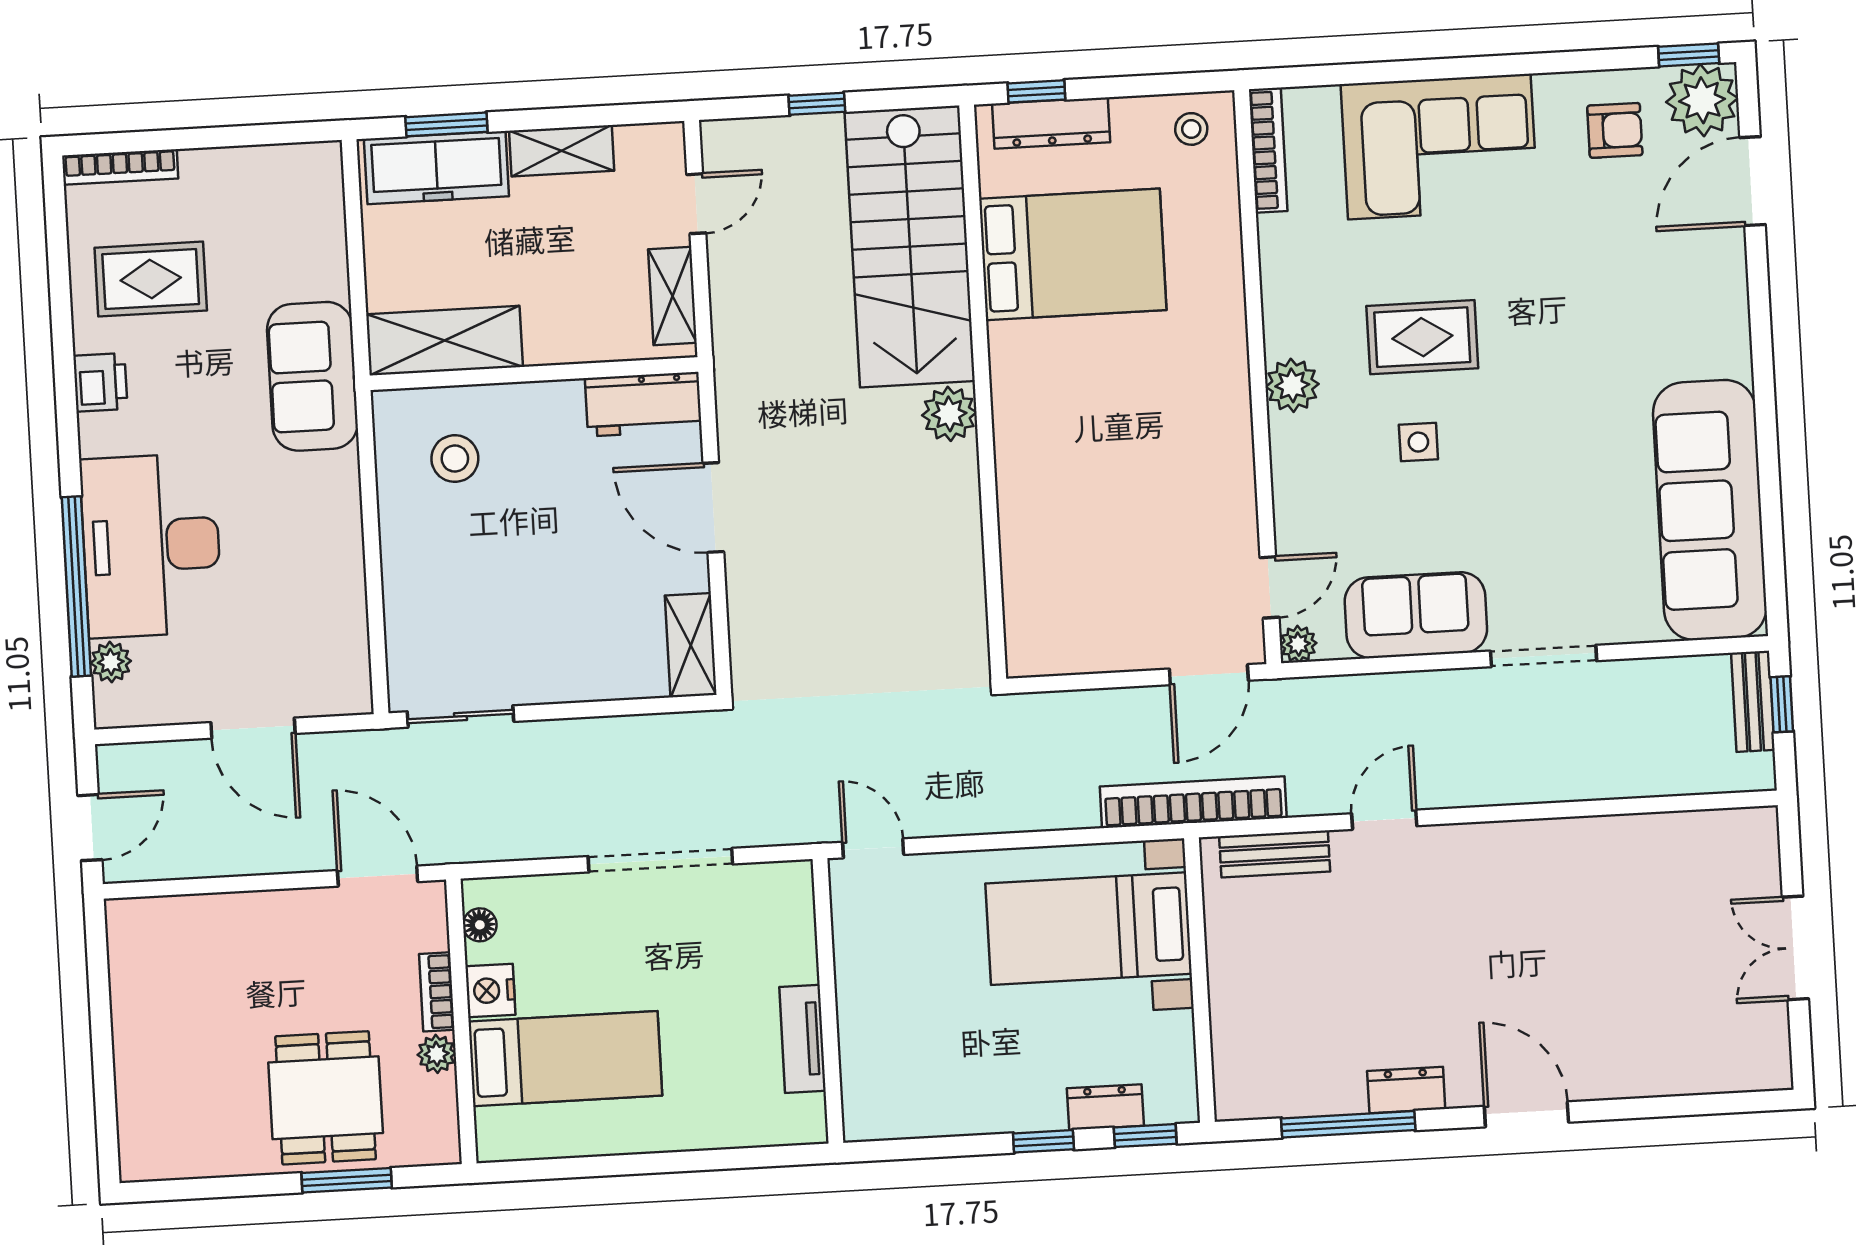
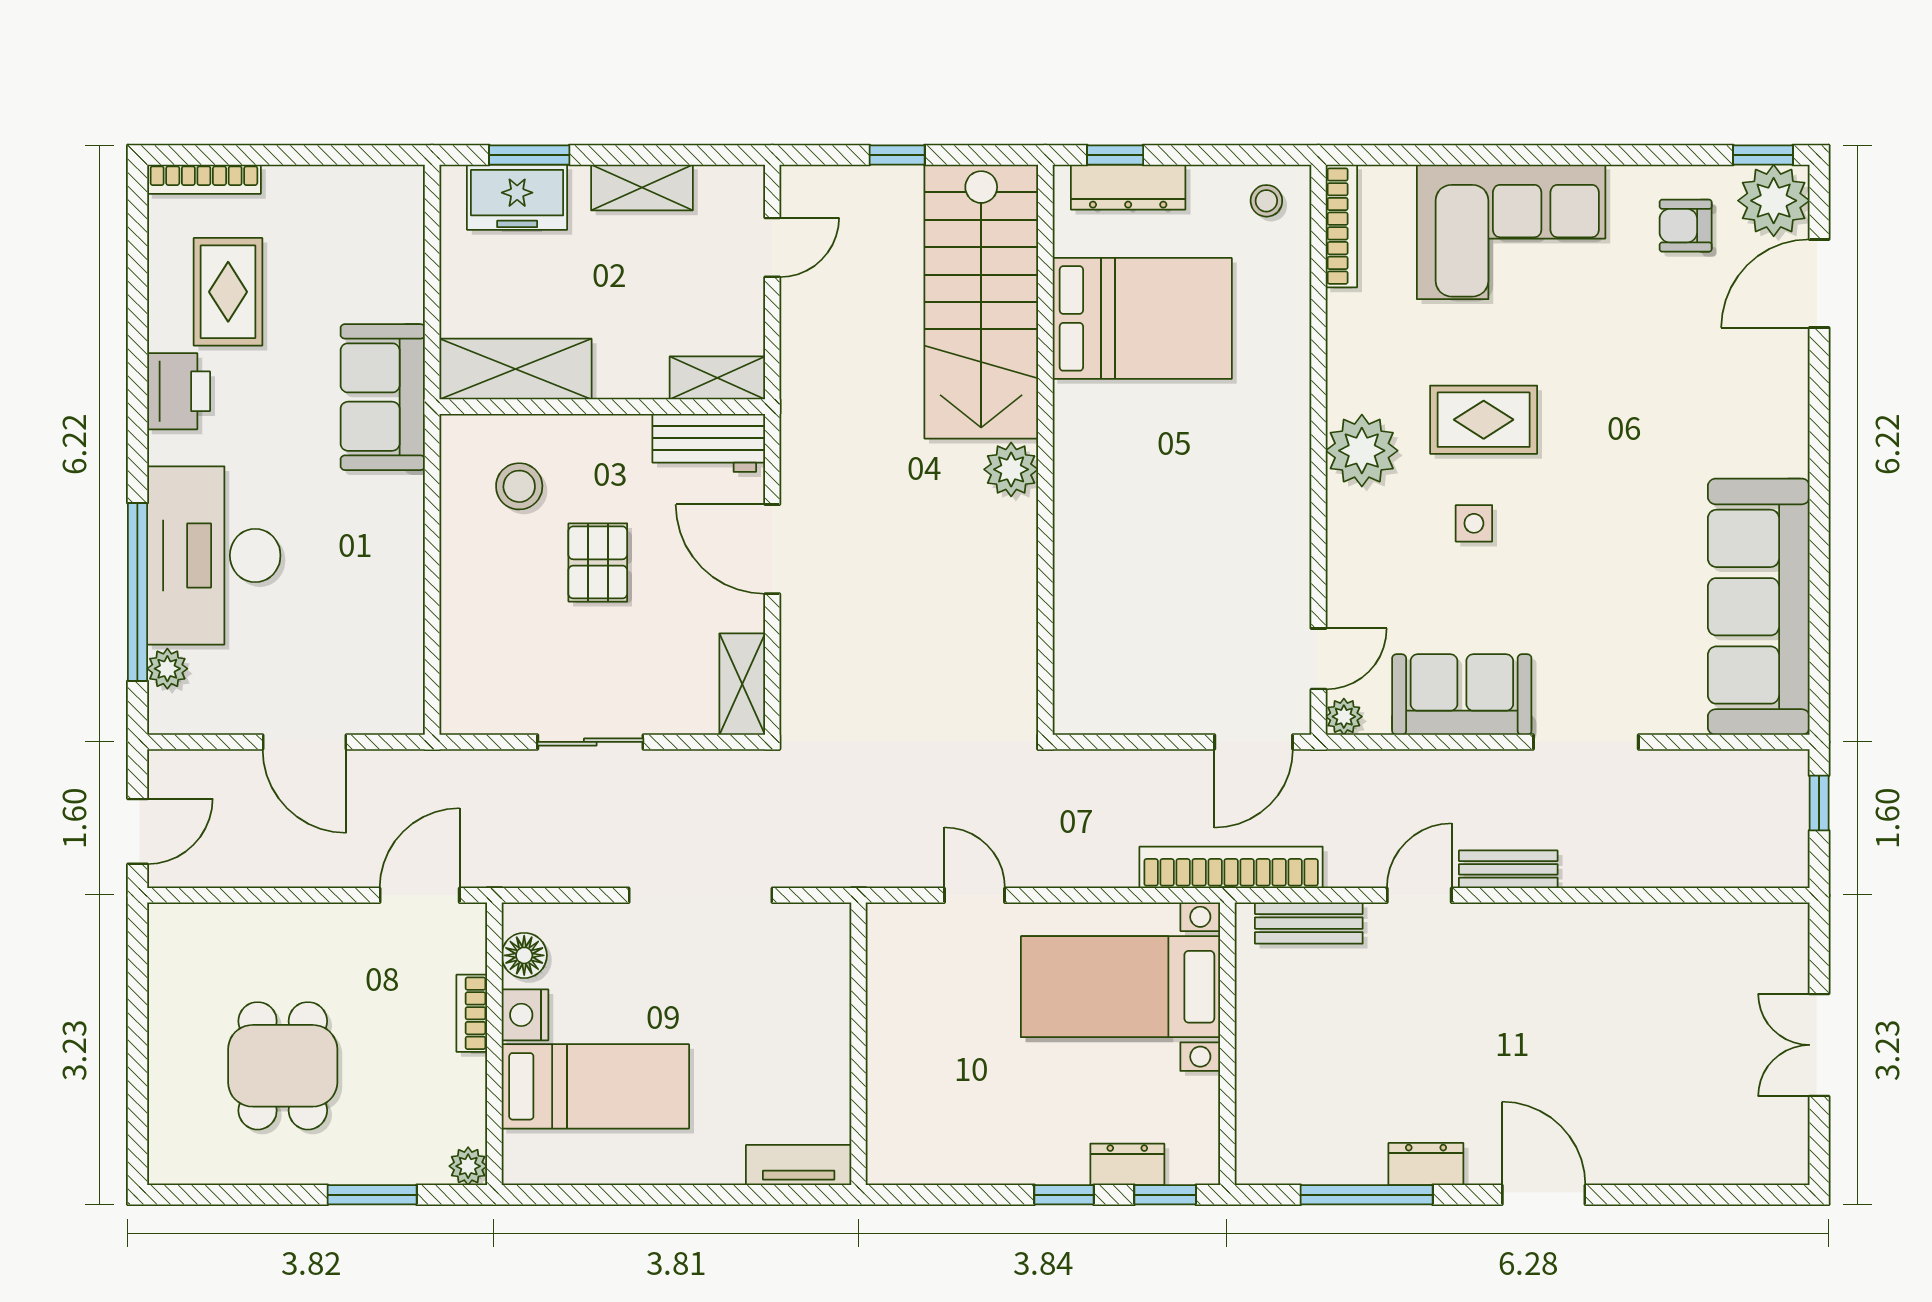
armchair: (1615, 130) -> (1686, 226), turned 180
freezer: (436, 168) -> (517, 197), width x0.71
rug: (151, 279) -> (228, 292), turned 90
shelving: (672, 296) -> (717, 378), moved, turned 90
printer: (100, 382) -> (179, 391), width x1.36, depth x1.24
plant: (1292, 385) -> (1362, 451), width x1.36, depth x1.36
pallet: (538, 531) -> (598, 562), added
bench: (1753, 701) -> (1508, 869), moved, turned 90
sliding door: (460, 717) -> (590, 742), moved
door: (873, 848) -> (975, 895), moved
door: (378, 876) -> (420, 895), hinge flipped
floor lamp: (480, 925) -> (524, 955), width x1.37, depth x1.37
tv unit: (802, 1039) -> (799, 1165), moved, turned 90
plant: (437, 1054) -> (468, 1166), moved
dining table: (326, 1098) -> (283, 1066), moved

